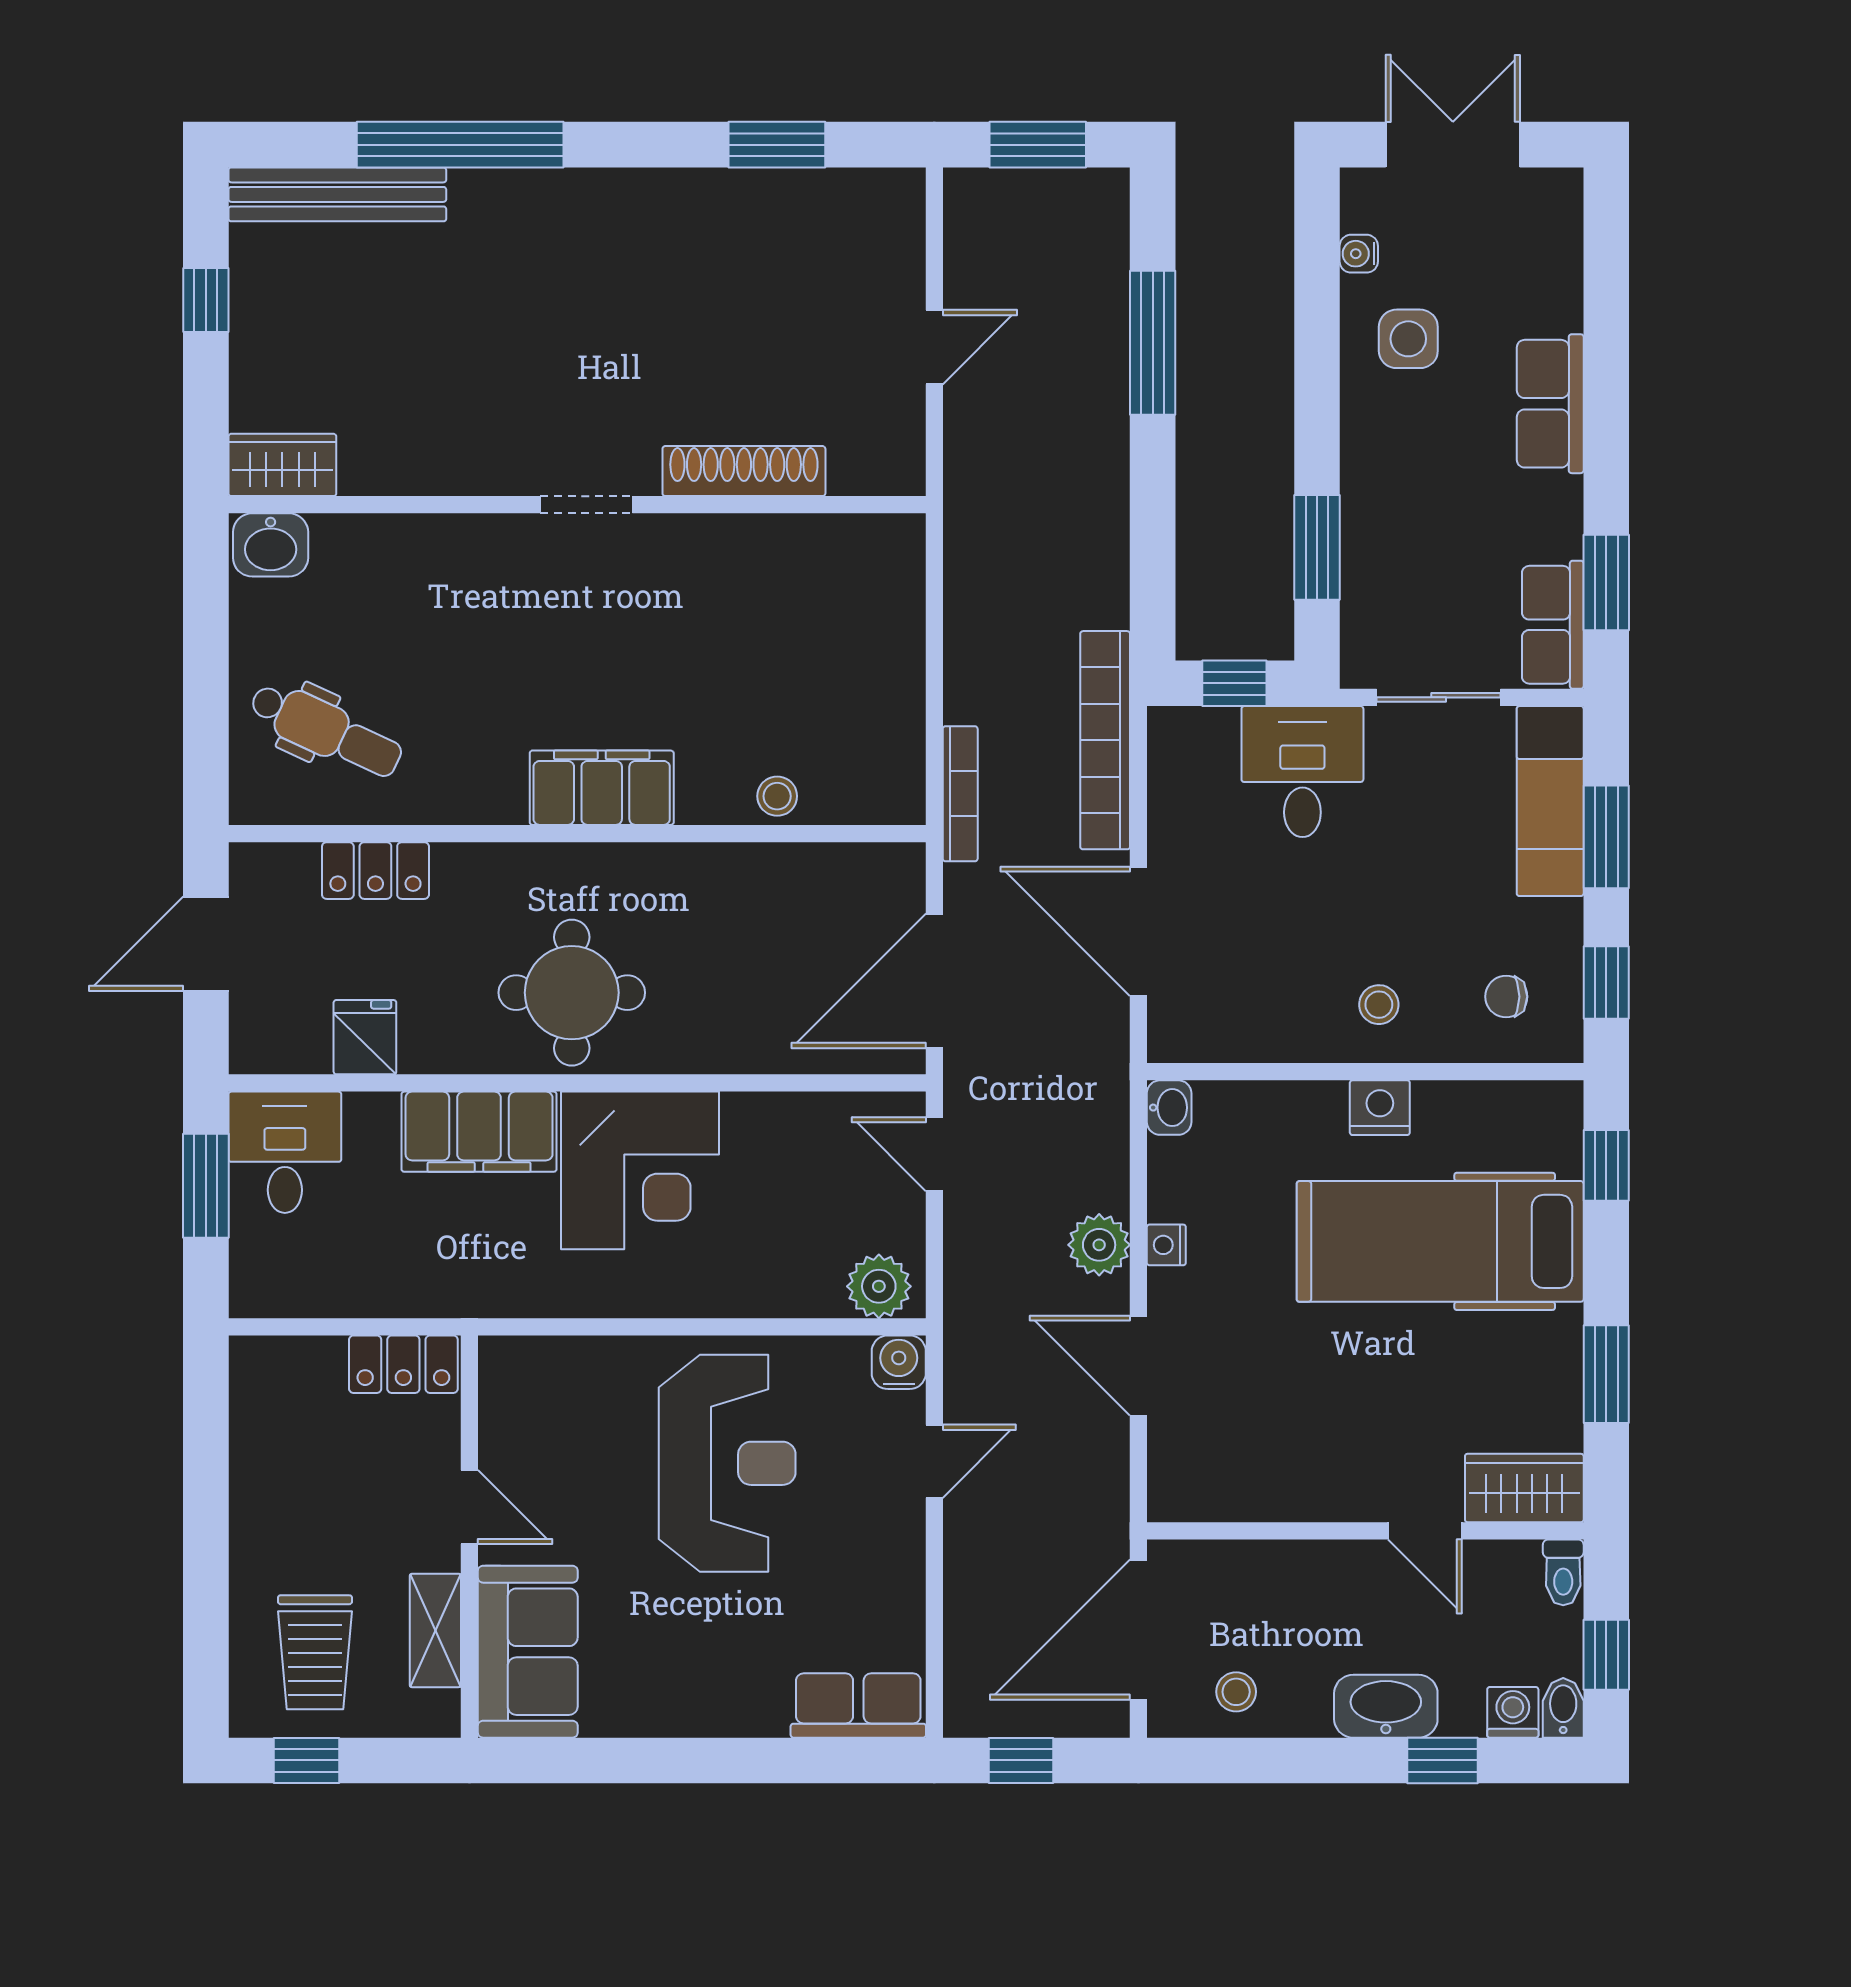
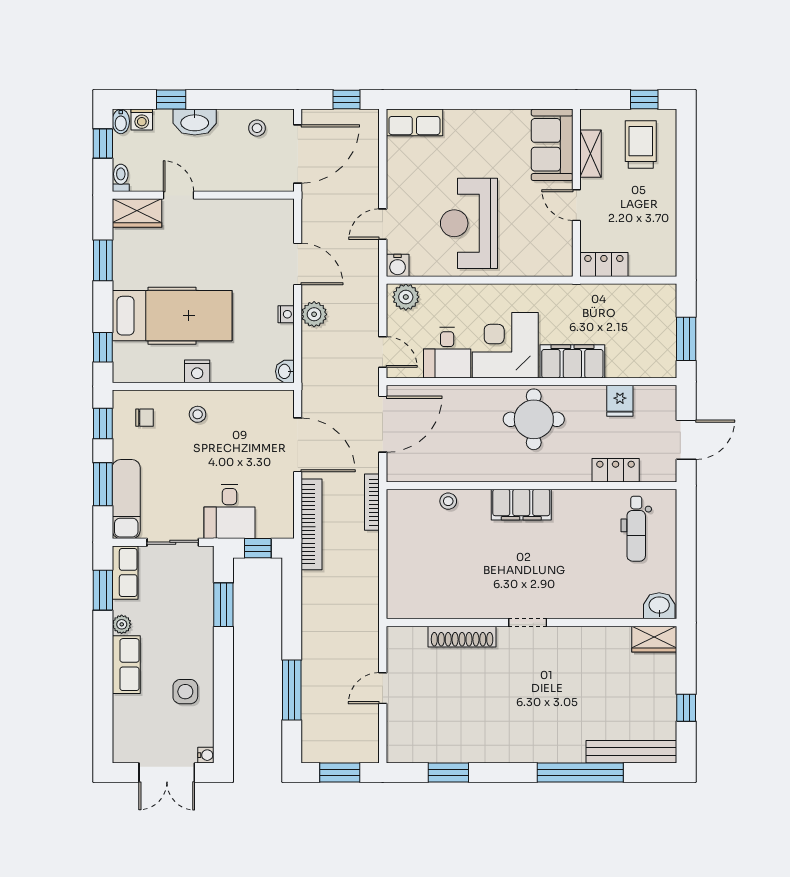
water cooler: (1359, 254) -> (206, 755), moved
plant: (1561, 500) -> (122, 624), added
dental chair: (326, 730) -> (636, 529), turned -115
desk: (285, 1152) -> (447, 353), moved

